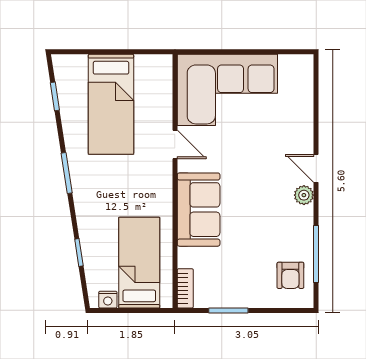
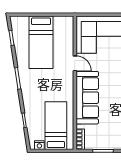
sofa: (199, 210) -> (87, 98), width x1.36

